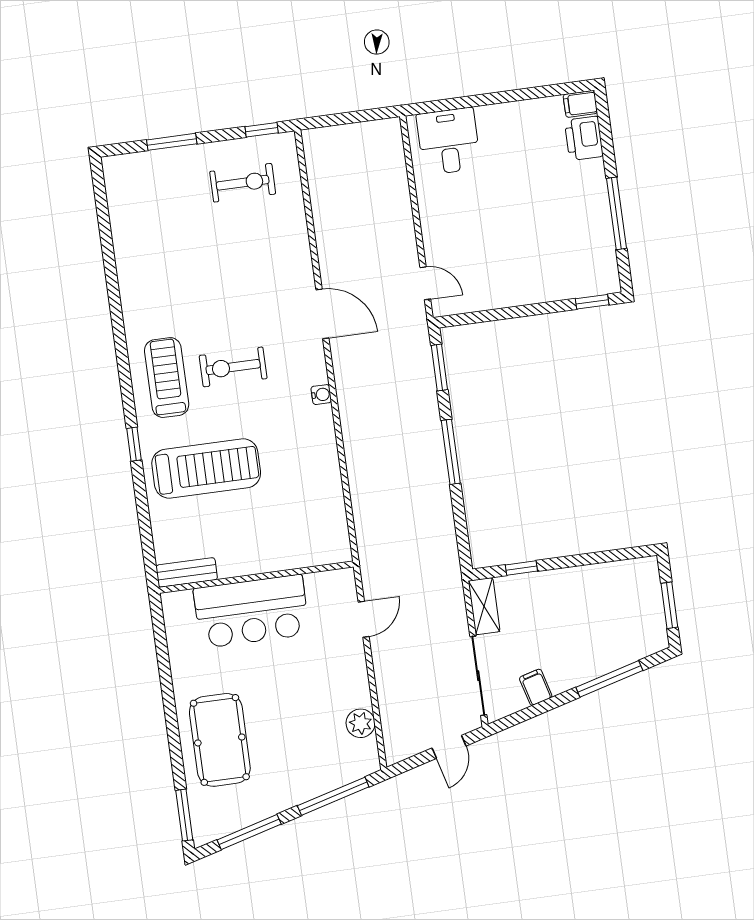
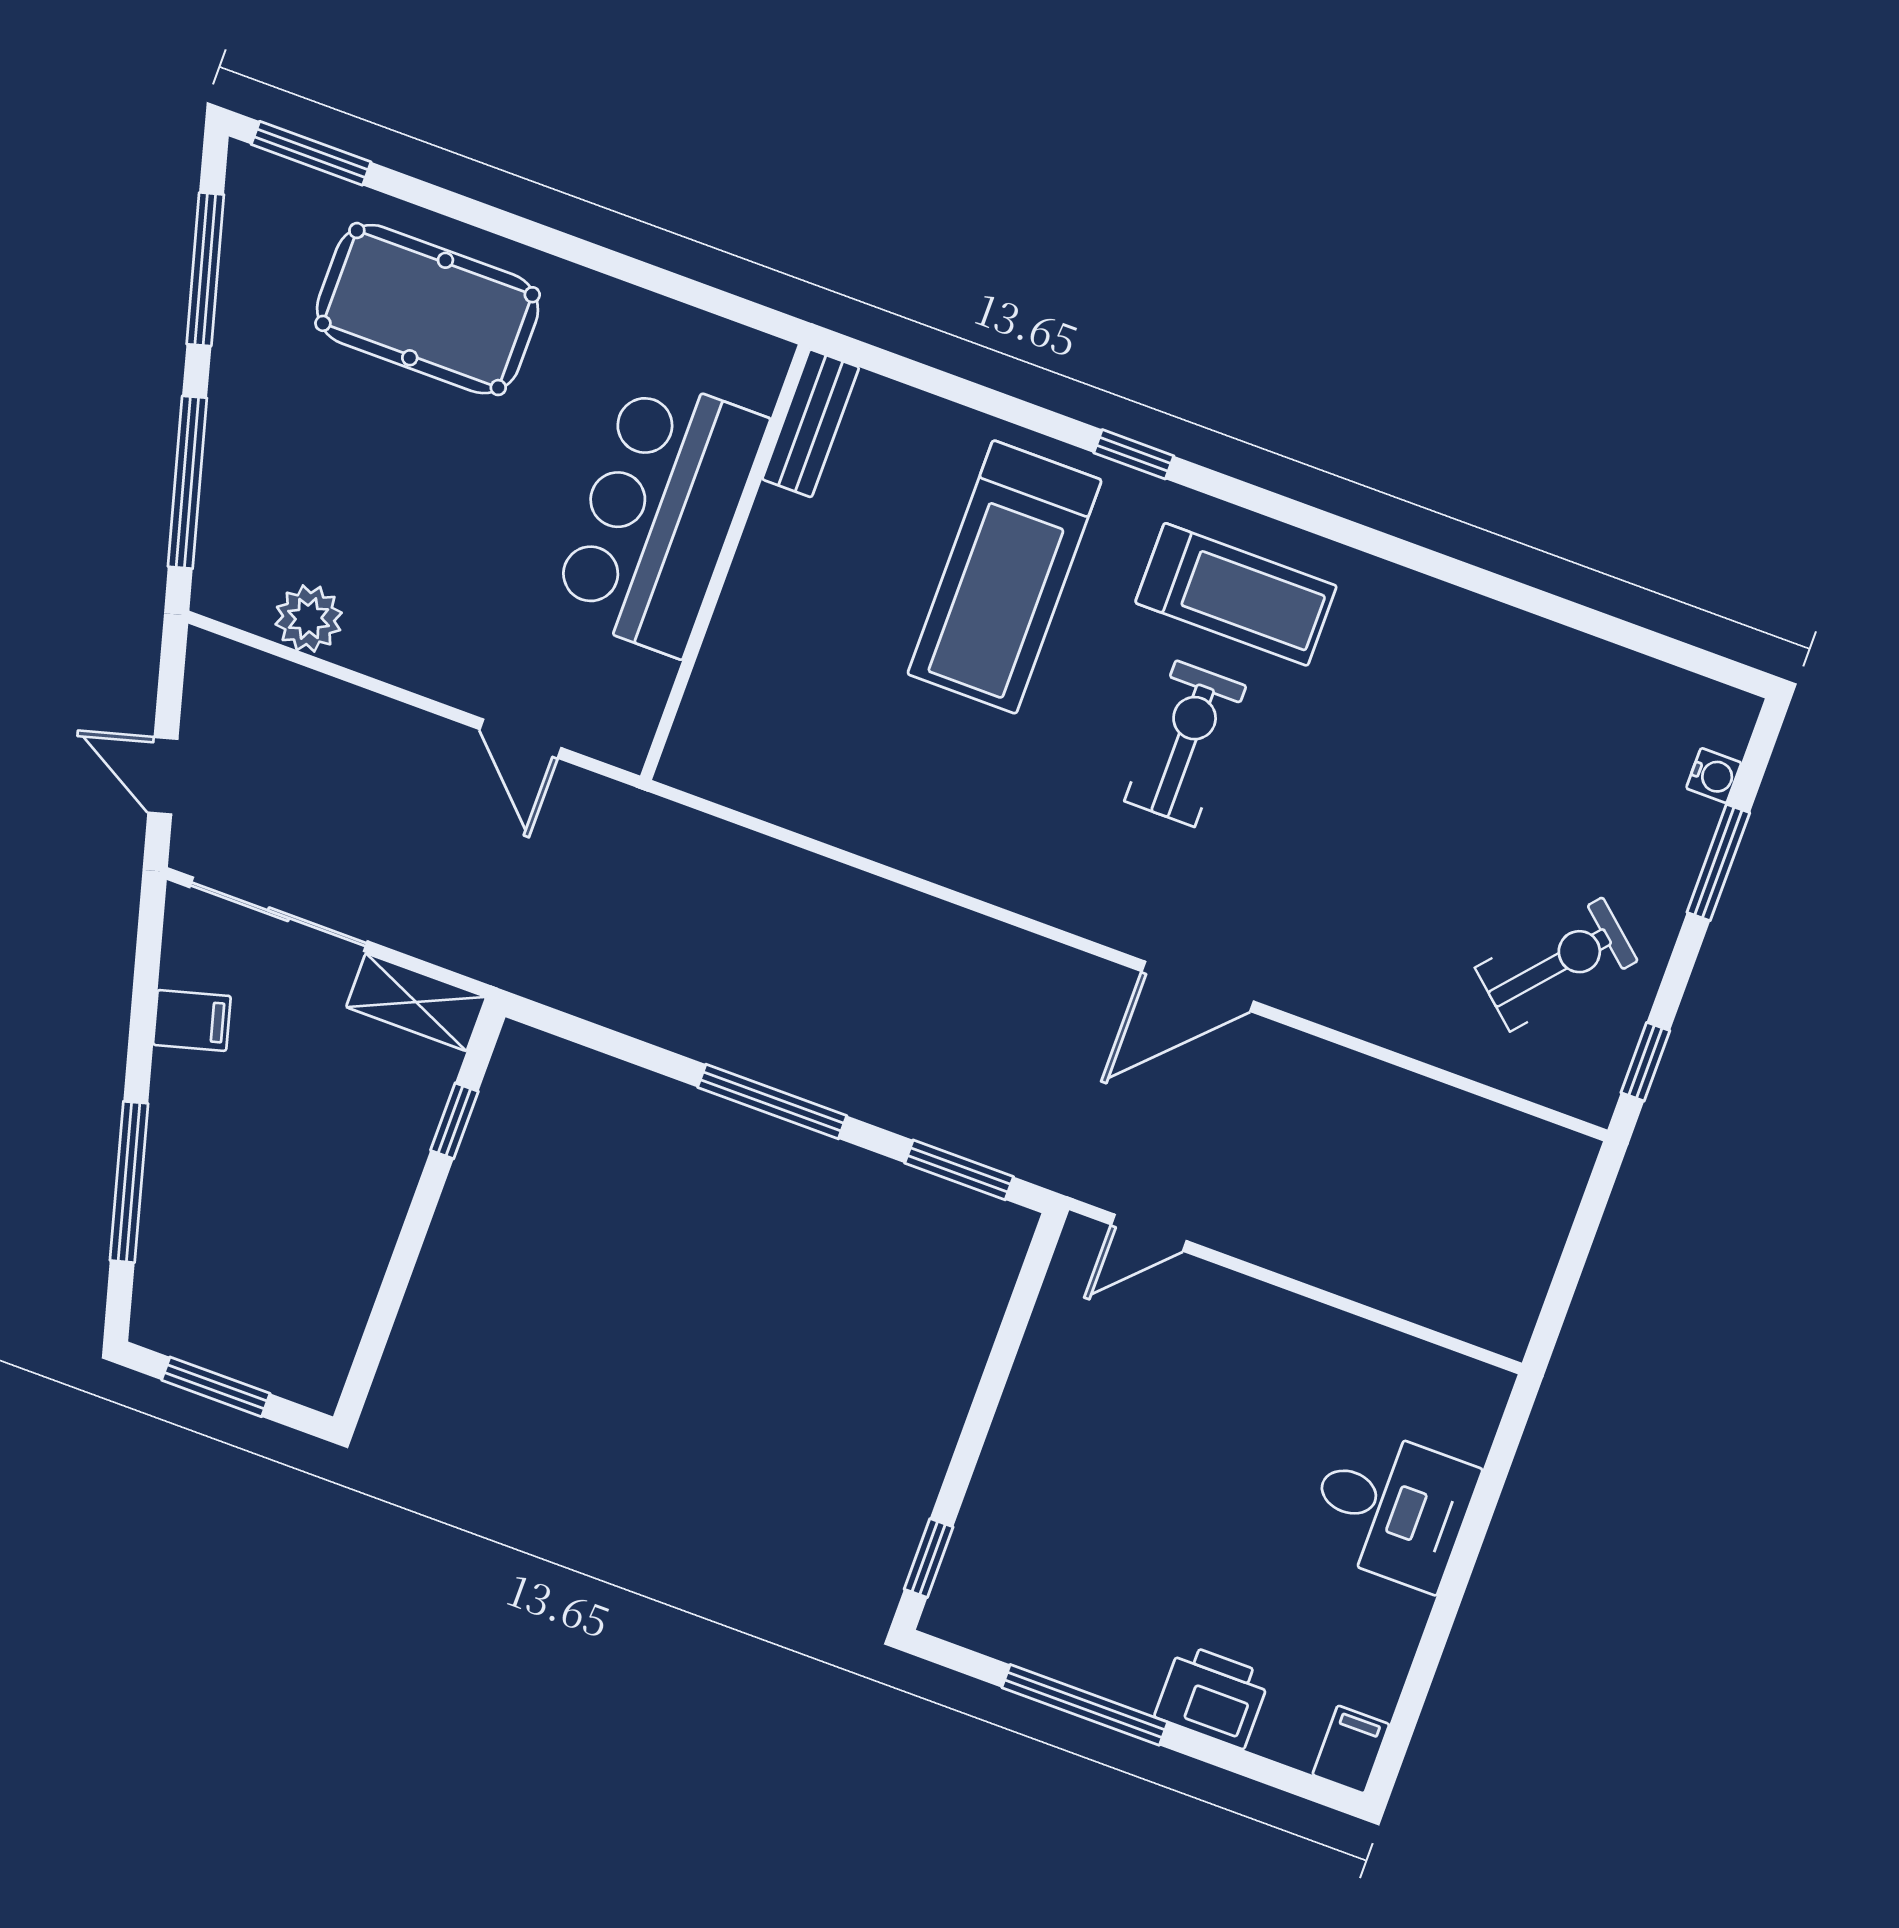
printer: (584, 138) -> (1212, 1696), moved
desk: (448, 141) -> (1391, 1508), moved
exercise bike: (243, 183) -> (1556, 964), turned -139
water cooler: (321, 395) -> (1714, 776), moved, turned -90

